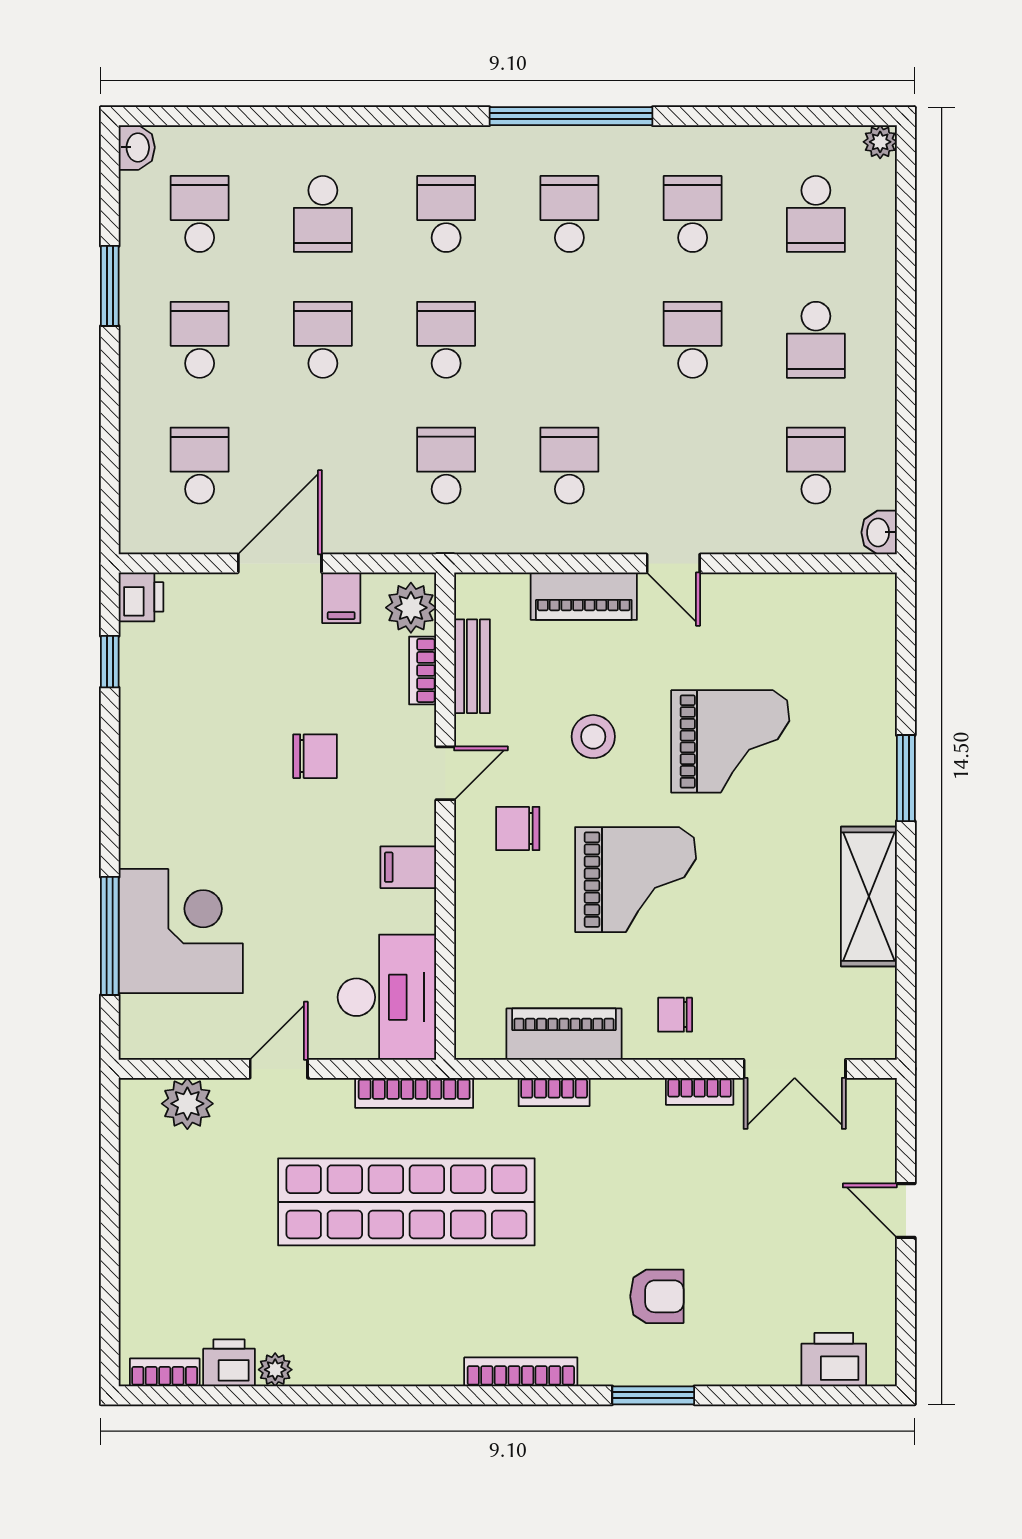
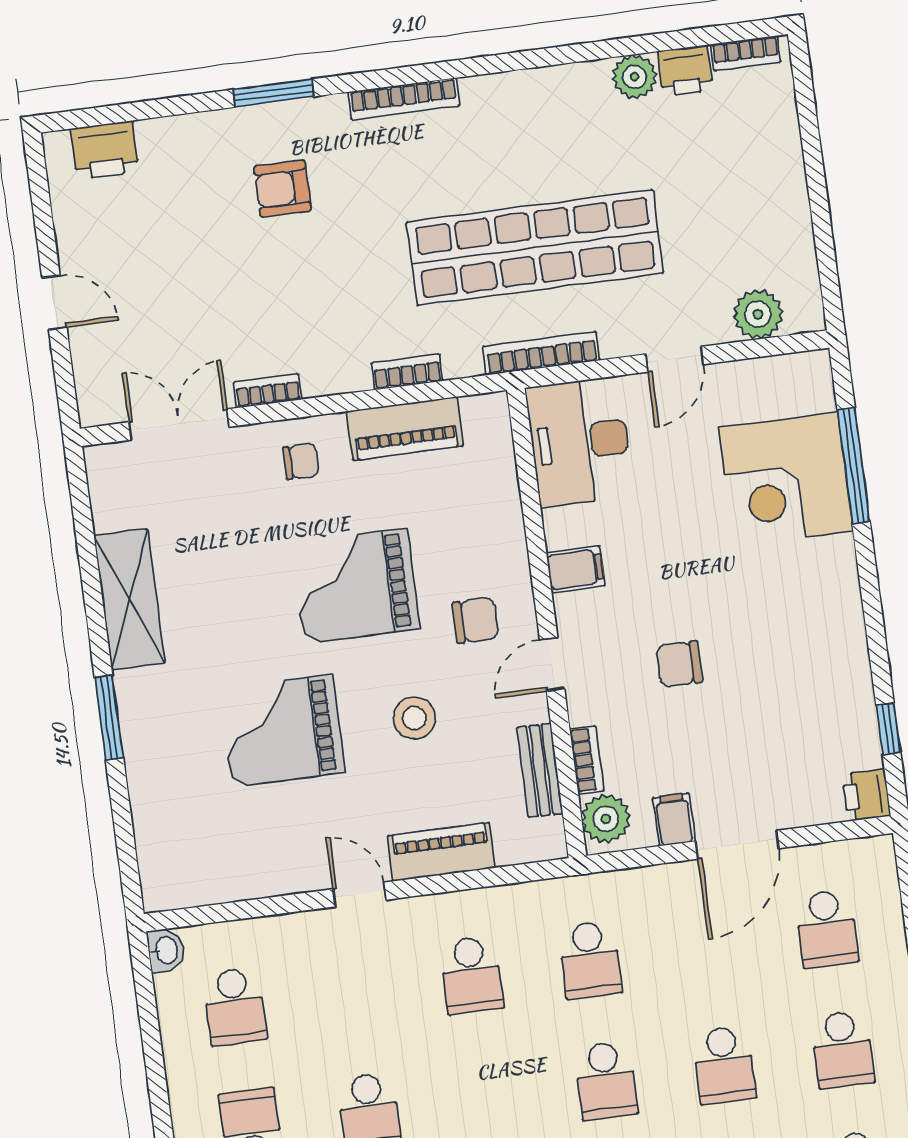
plant: (275, 1370) -> (635, 77), width x1.38, depth x1.38

